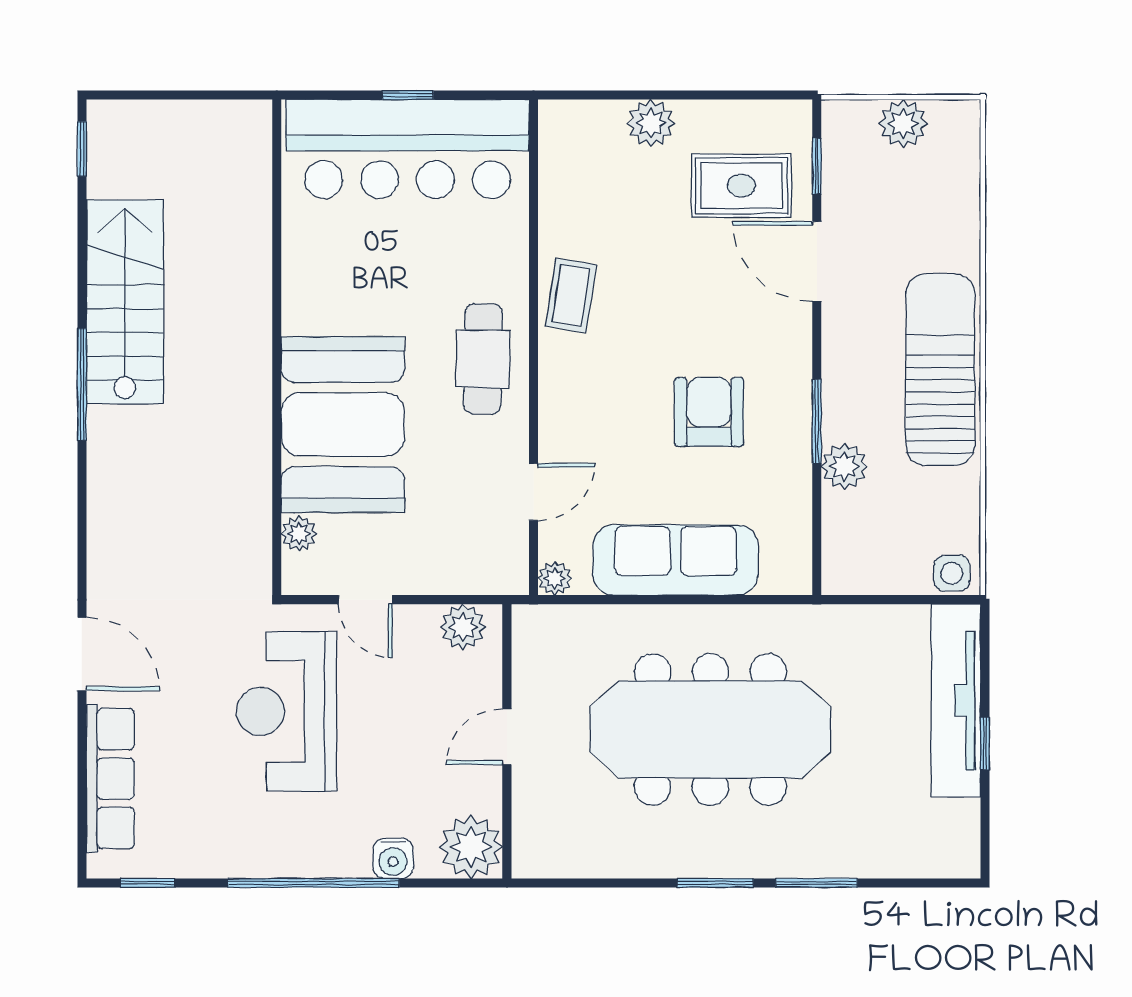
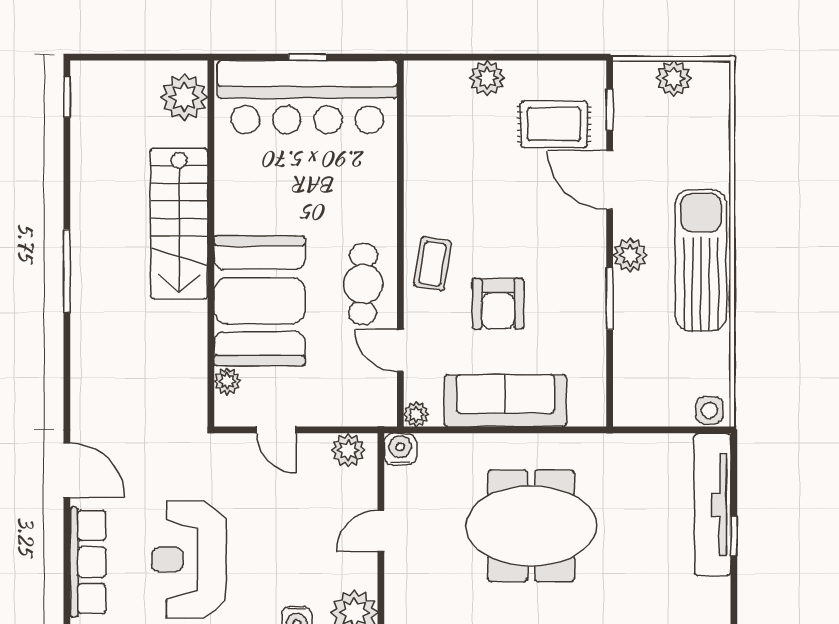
plant: (241, 149) -> (184, 97), added
coffee table: (571, 296) -> (433, 264), moved
stairs: (125, 302) -> (179, 224), moved, turned 180
cafe table: (483, 359) -> (363, 284), moved
armchair: (709, 412) -> (498, 304), moved, turned 180
plant: (844, 466) -> (630, 255), moved
door: (533, 492) -> (400, 350), swing flipped
water cooler: (533, 626) -> (400, 449), added
reception desk: (286, 711) -> (189, 560), moved
meeting table: (710, 729) -> (531, 526), width x0.73

